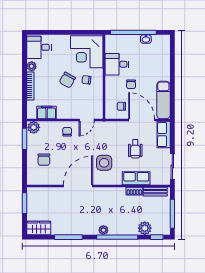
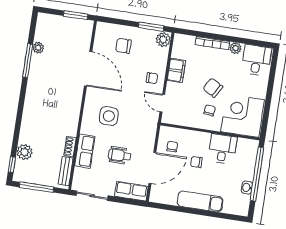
exam couch: (163, 100) -> (200, 202), moved
filing cabinet: (47, 112) -> (176, 70), moved
door: (78, 186) -> (88, 69), moved
wardrobe: (39, 228) -> (44, 27), removed
plant: (103, 230) -> (38, 48), moved
window: (117, 237) -> (19, 118), removed

